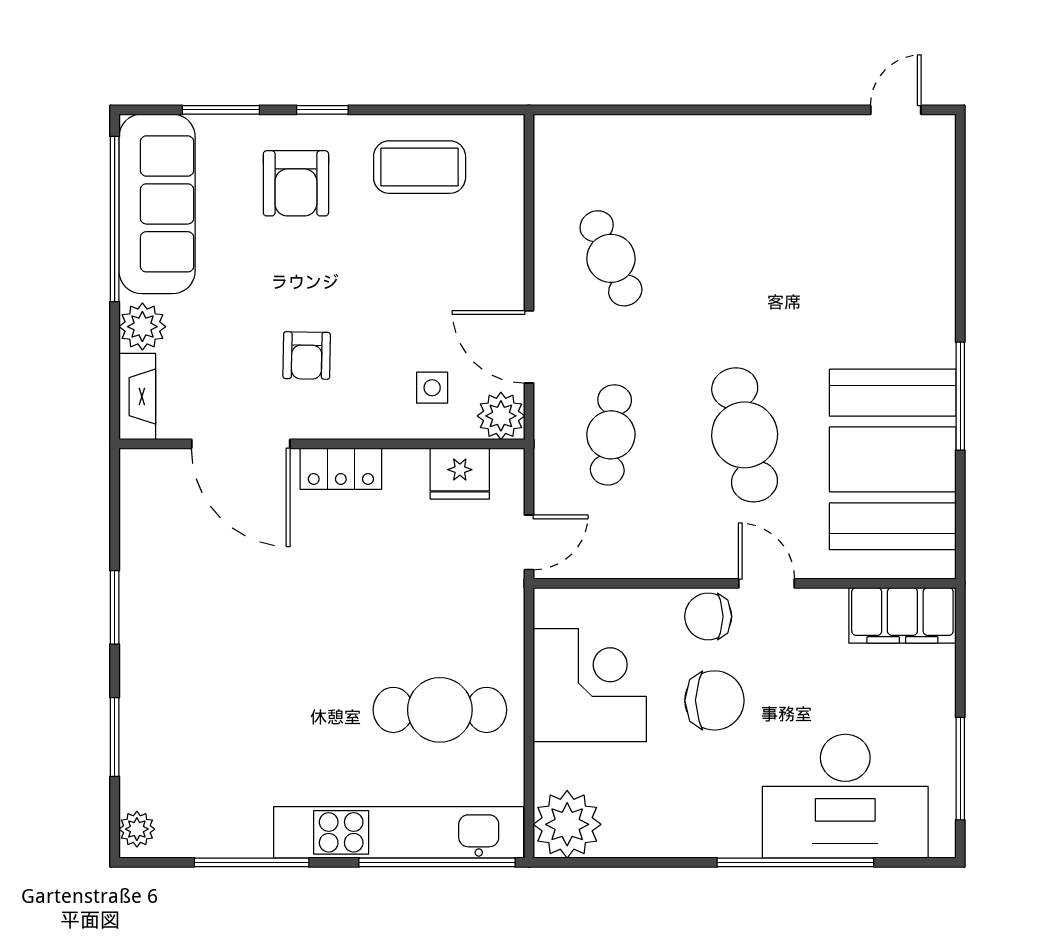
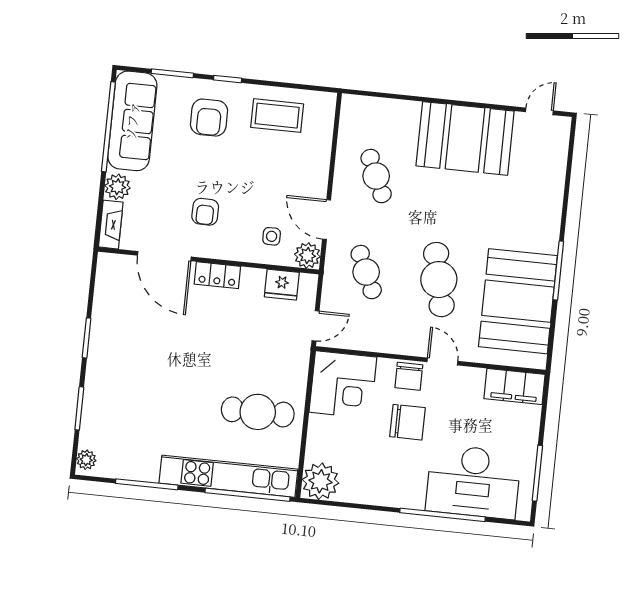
booth: (766, 173) -> (465, 138), added
cafe table: (611, 435) -> (366, 272), turned -30
chair: (708, 616) -> (409, 376), turned -90
corner desk: (590, 685) -> (343, 385), moved, turned 90

